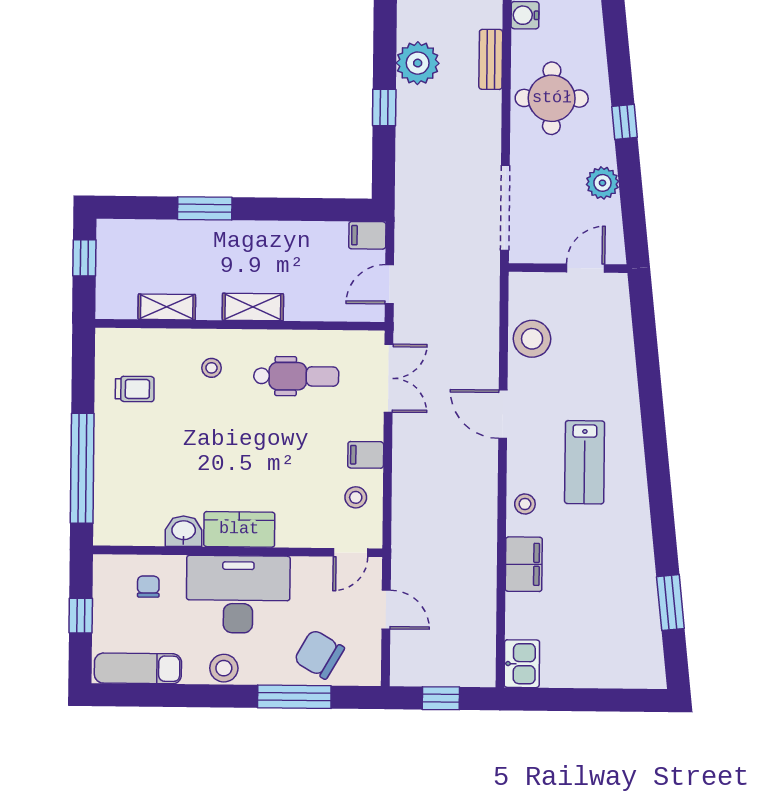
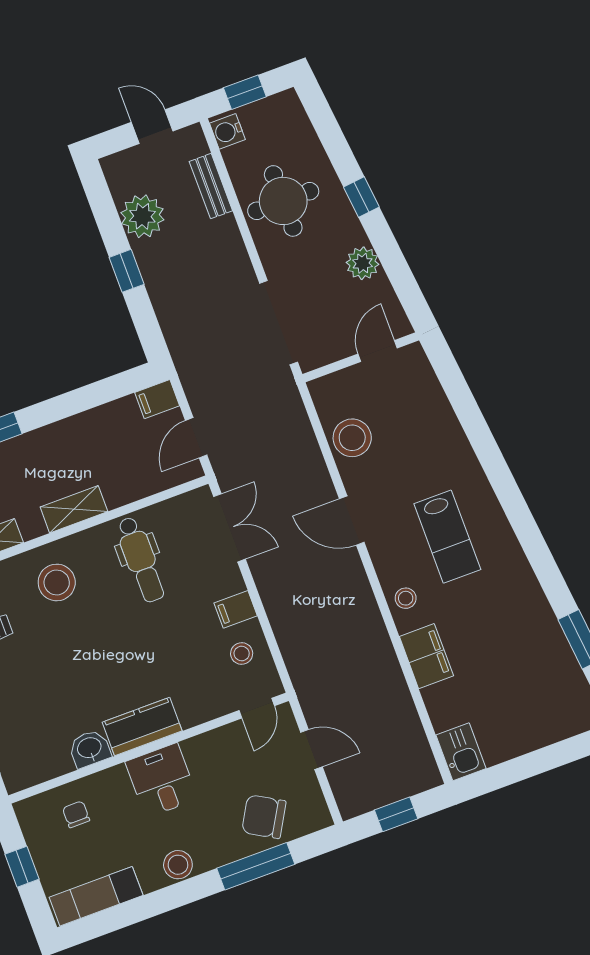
stool: (211, 368) -> (57, 582), width x1.89, depth x1.89
dental chair: (296, 376) -> (141, 560), turned 90
desk: (238, 594) -> (162, 780), width x0.53, depth x0.77

